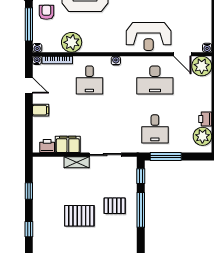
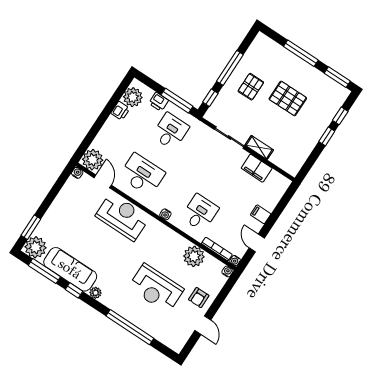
window: (29, 24) -> (221, 297), removed
printer: (47, 146) -> (159, 102), moved
window: (29, 191) -> (327, 136), moved
pallet: (115, 206) -> (251, 87), turned 90

